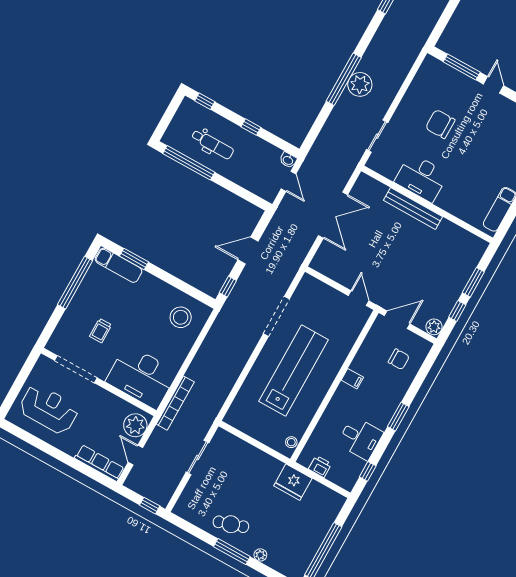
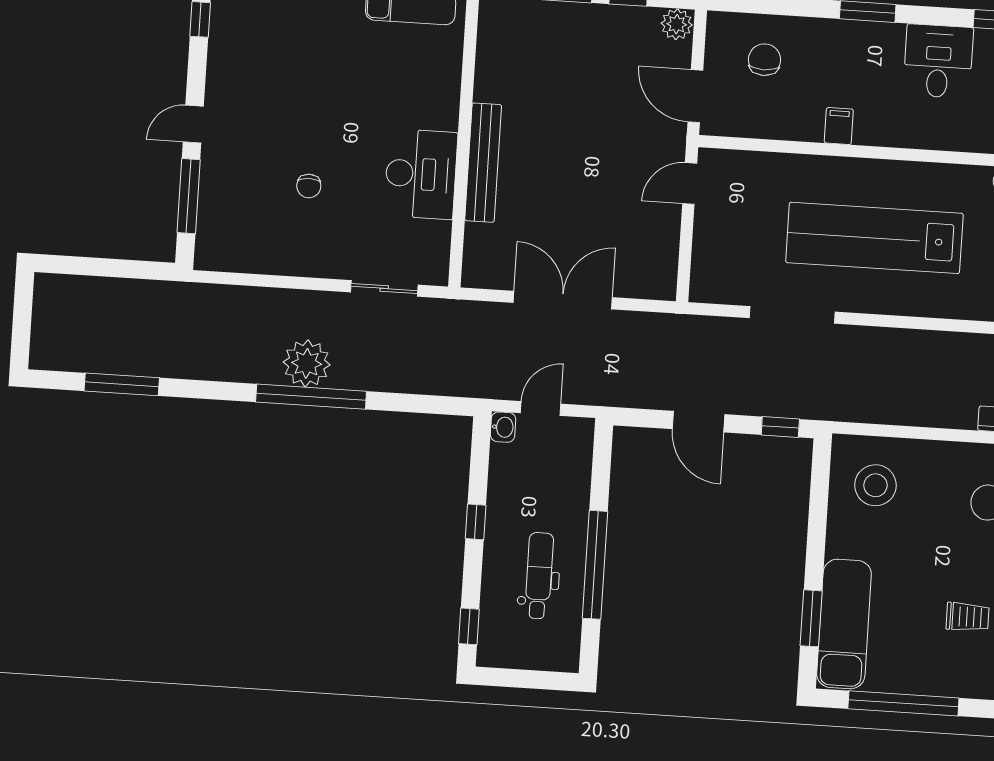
chair: (440, 124) -> (309, 186), width x0.54, depth x0.54
window: (189, 163) -> (595, 565), moved
exam couch: (119, 265) -> (844, 624), width x1.36, depth x1.45

